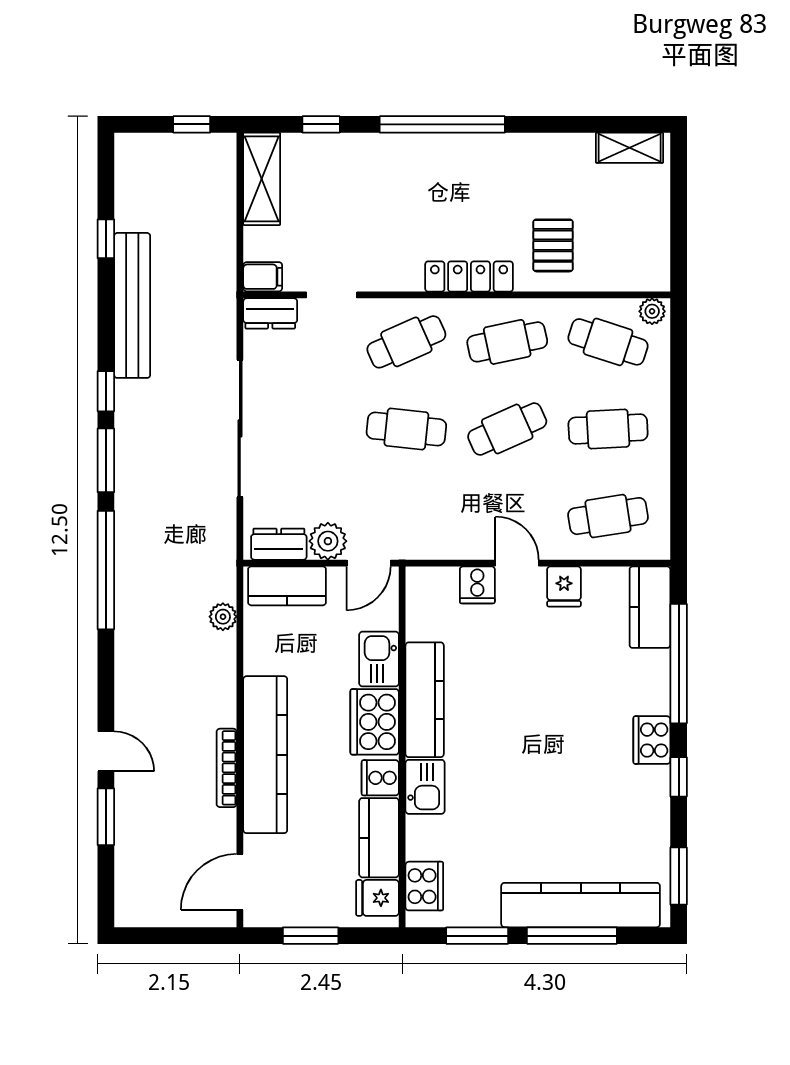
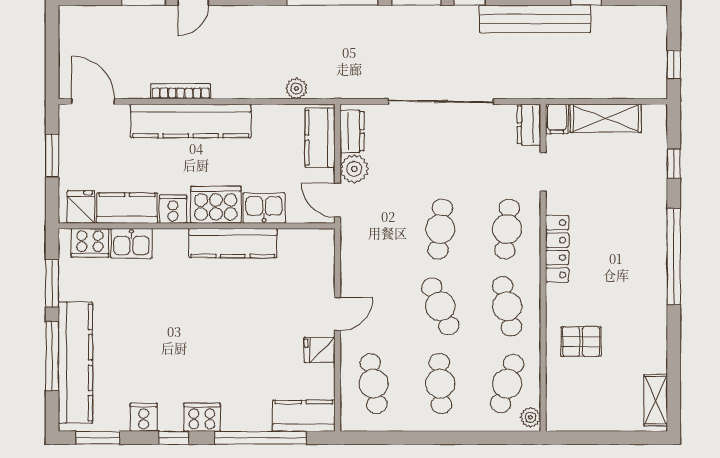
shelving: (262, 179) -> (606, 118), moved
locker: (469, 276) -> (557, 249), moved
cafe table: (406, 342) -> (507, 229), turned 30
cooker: (477, 585) -> (144, 417), moved, turned 90
kitchen sink: (425, 787) -> (131, 243), moved

